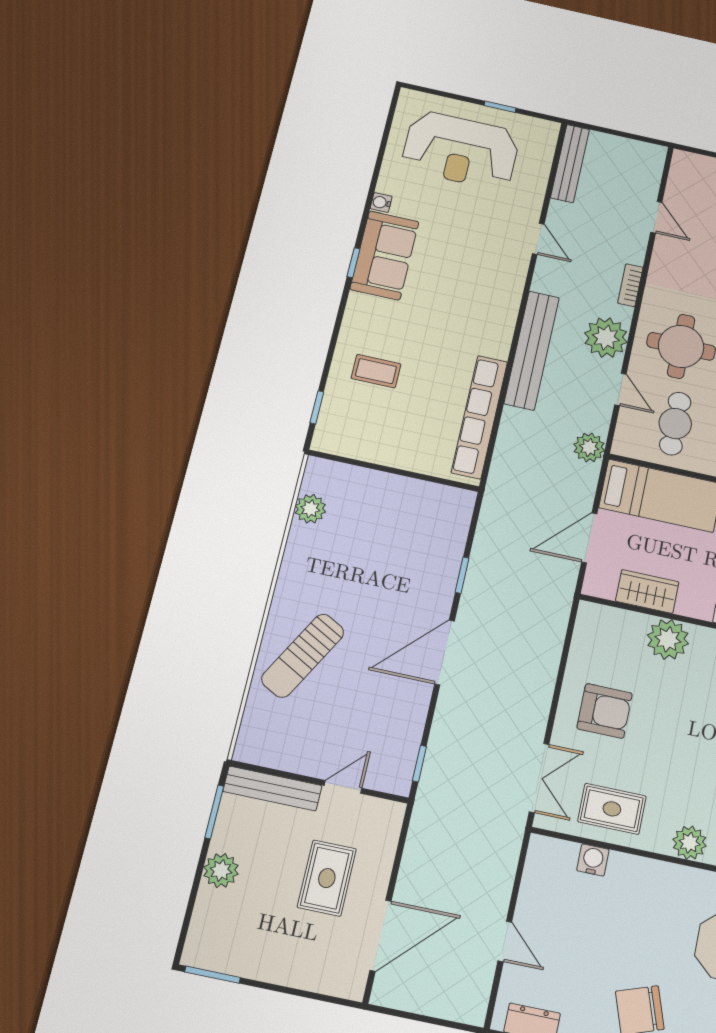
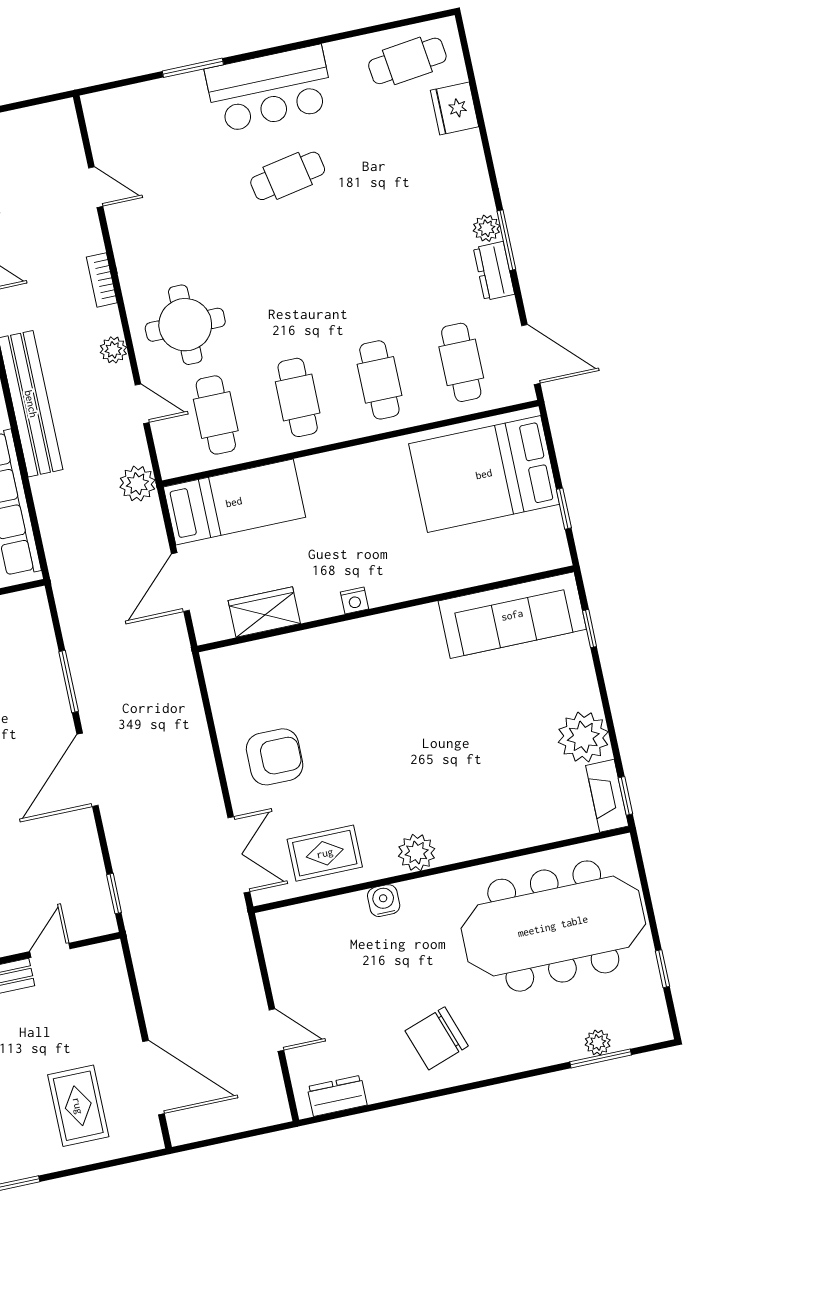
plant: (606, 338) -> (113, 350), width x0.53, depth x0.53
window: (462, 575) -> (69, 681), width x1.50
plant: (668, 639) -> (307, 653), removed
water cooler: (593, 860) -> (384, 901), moved
rug: (327, 878) -> (78, 1106), moved
door: (381, 936) -> (154, 1078), hinge flipped

